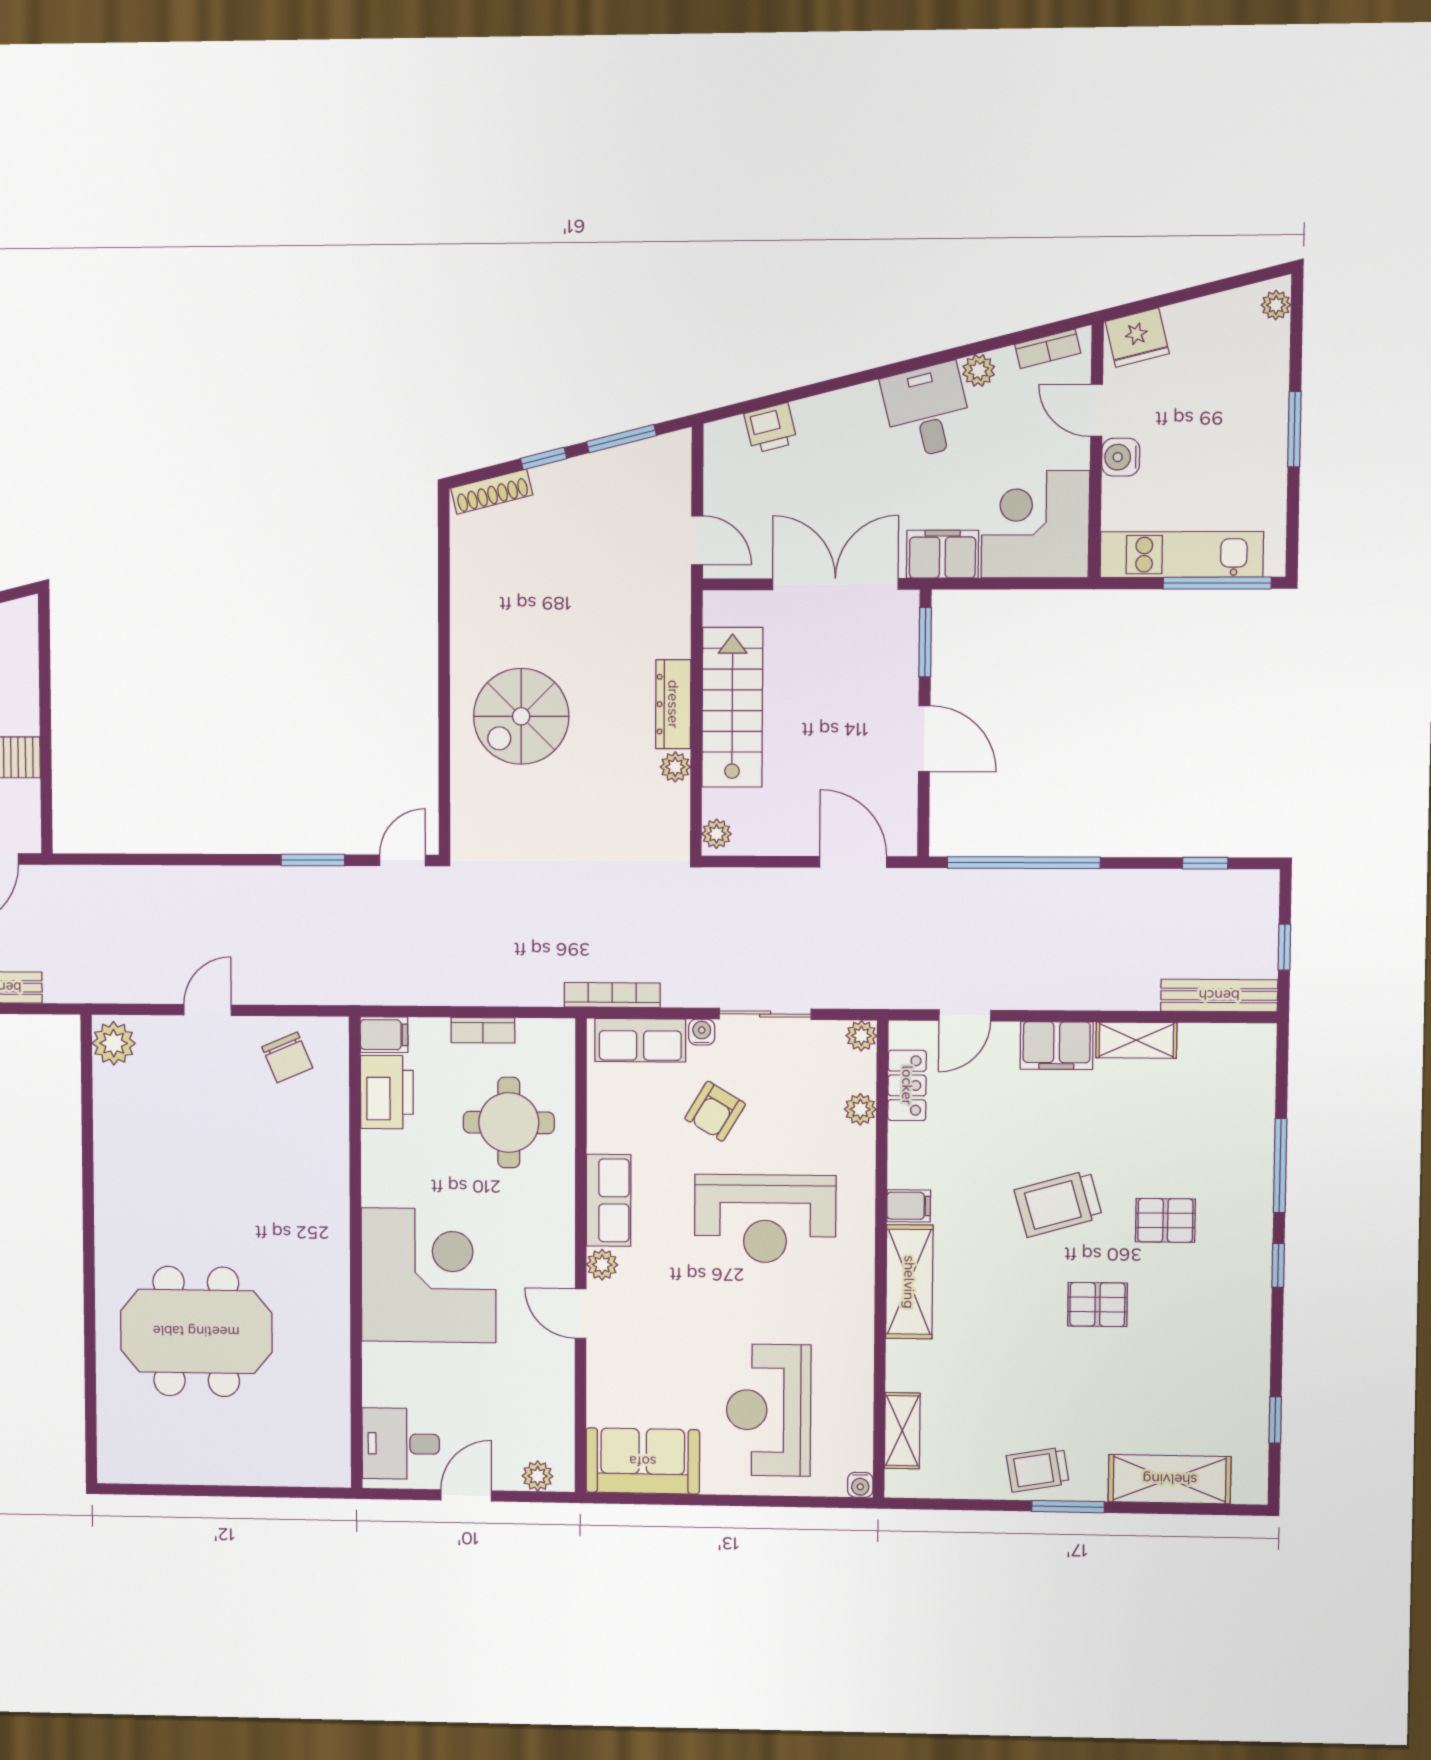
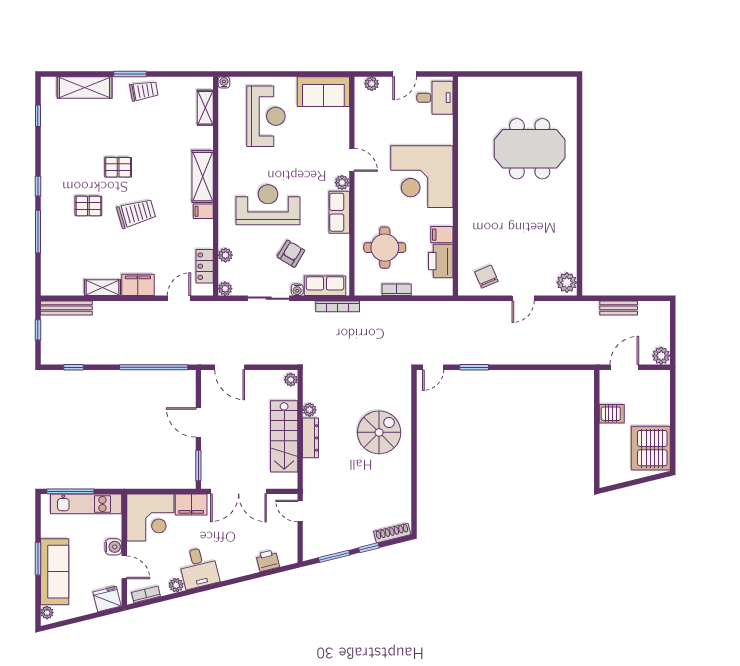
sofa: (1257, 399) -> (55, 572), added
filing cabinet: (384, 1035) -> (442, 235), moved

